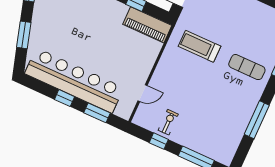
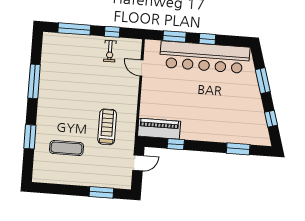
treadmill: (199, 46) -> (107, 127), turned -90
exercise mat: (247, 67) -> (66, 148), moved
door: (143, 93) -> (141, 68), hinge flipped

